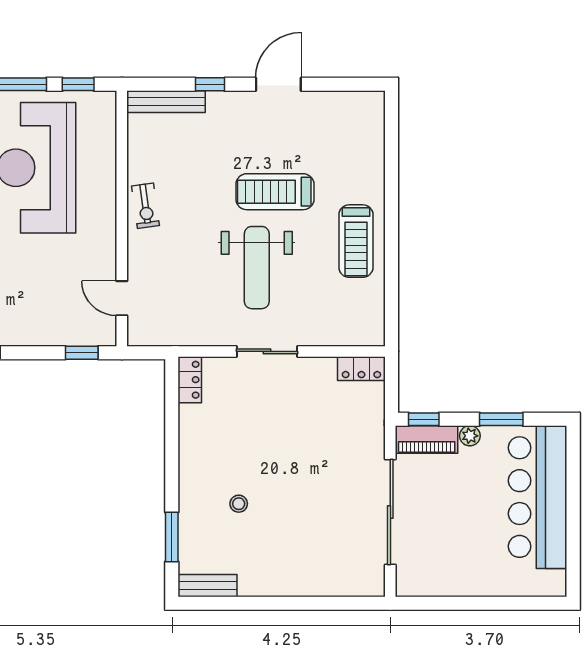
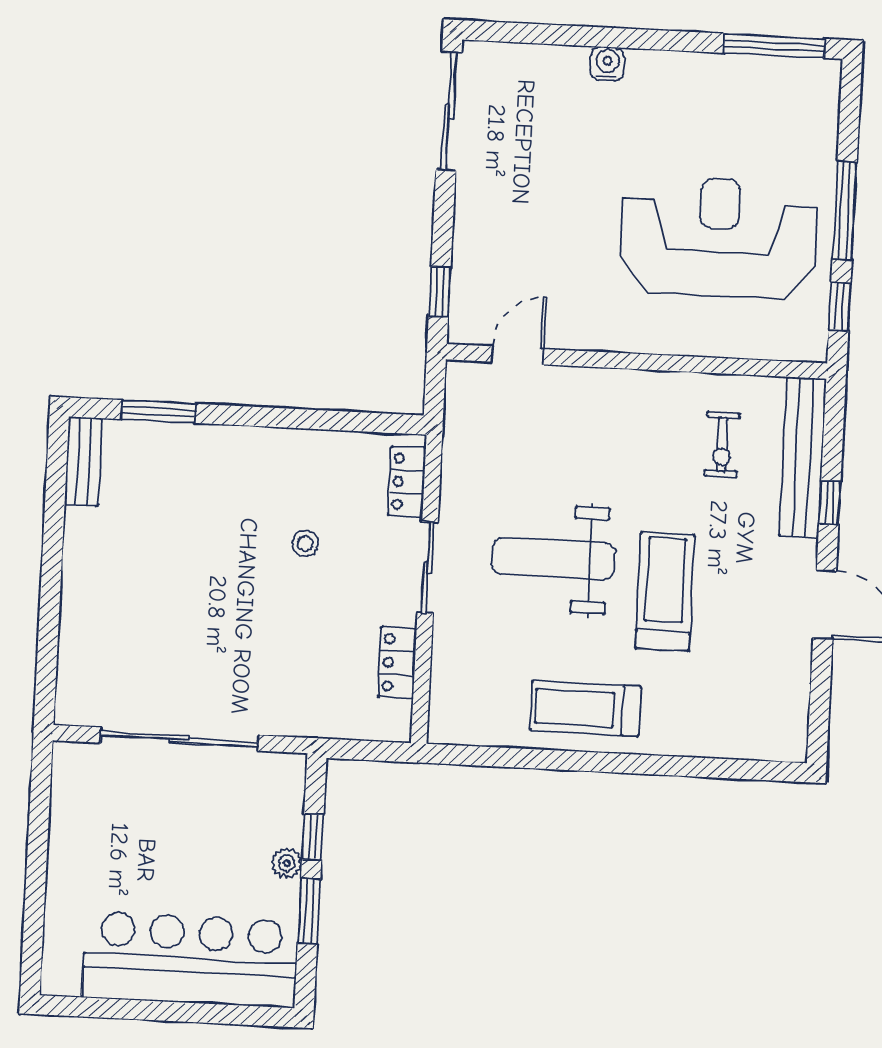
bench: (166, 102) -> (803, 457), width x1.37, depth x1.21
exercise bike: (145, 206) -> (722, 445), moved, turned -82
locker: (361, 369) -> (397, 663), moved
locker: (190, 380) -> (407, 482), moved, turned 90
window: (424, 419) -> (313, 837), moved
piano: (427, 439) -> (284, 798), removed
stool: (239, 504) -> (305, 543), moved

